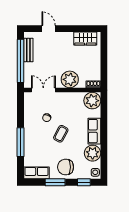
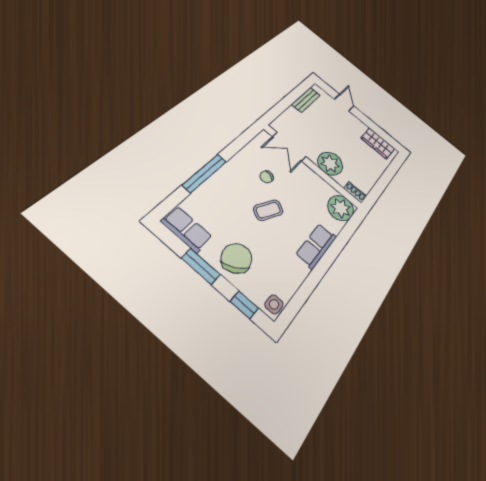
window: (21, 61) -> (288, 100), removed
double door: (43, 90) -> (289, 147), swing flipped
plant: (93, 153) -> (292, 273), removed
chair: (66, 167) -> (236, 258), turned 61

